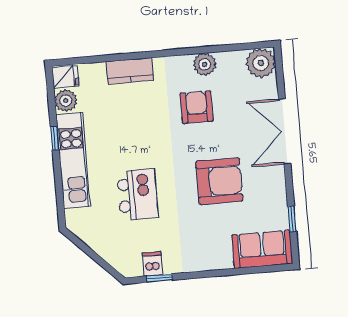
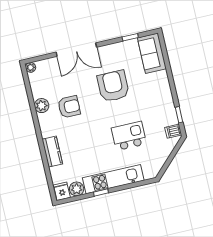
plant: (261, 63) -> (31, 67), width x0.53, depth x0.53
armchair: (197, 107) -> (69, 107), turned 180
dishwasher: (152, 264) -> (173, 131), moved

